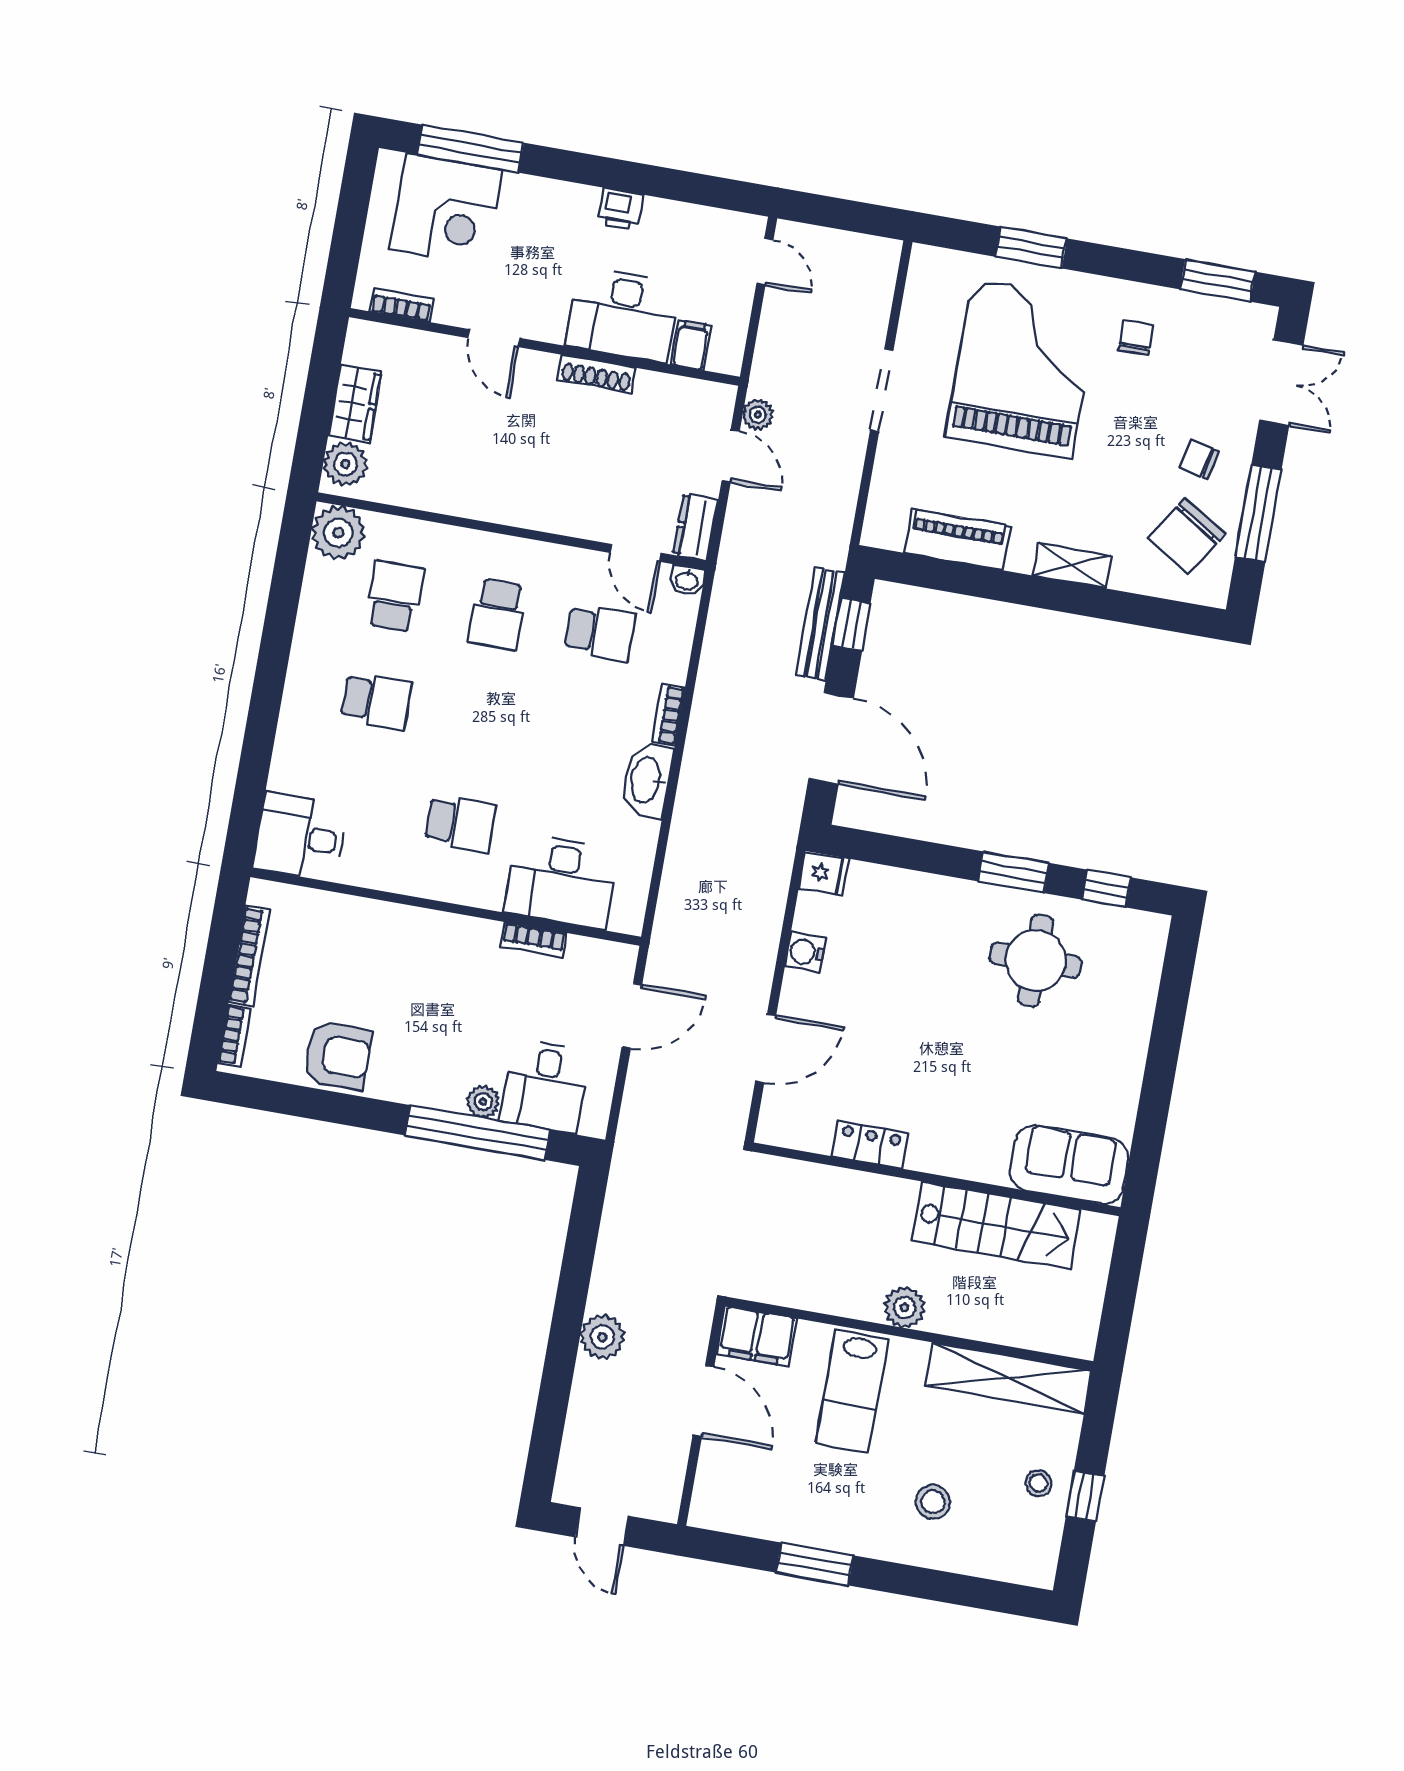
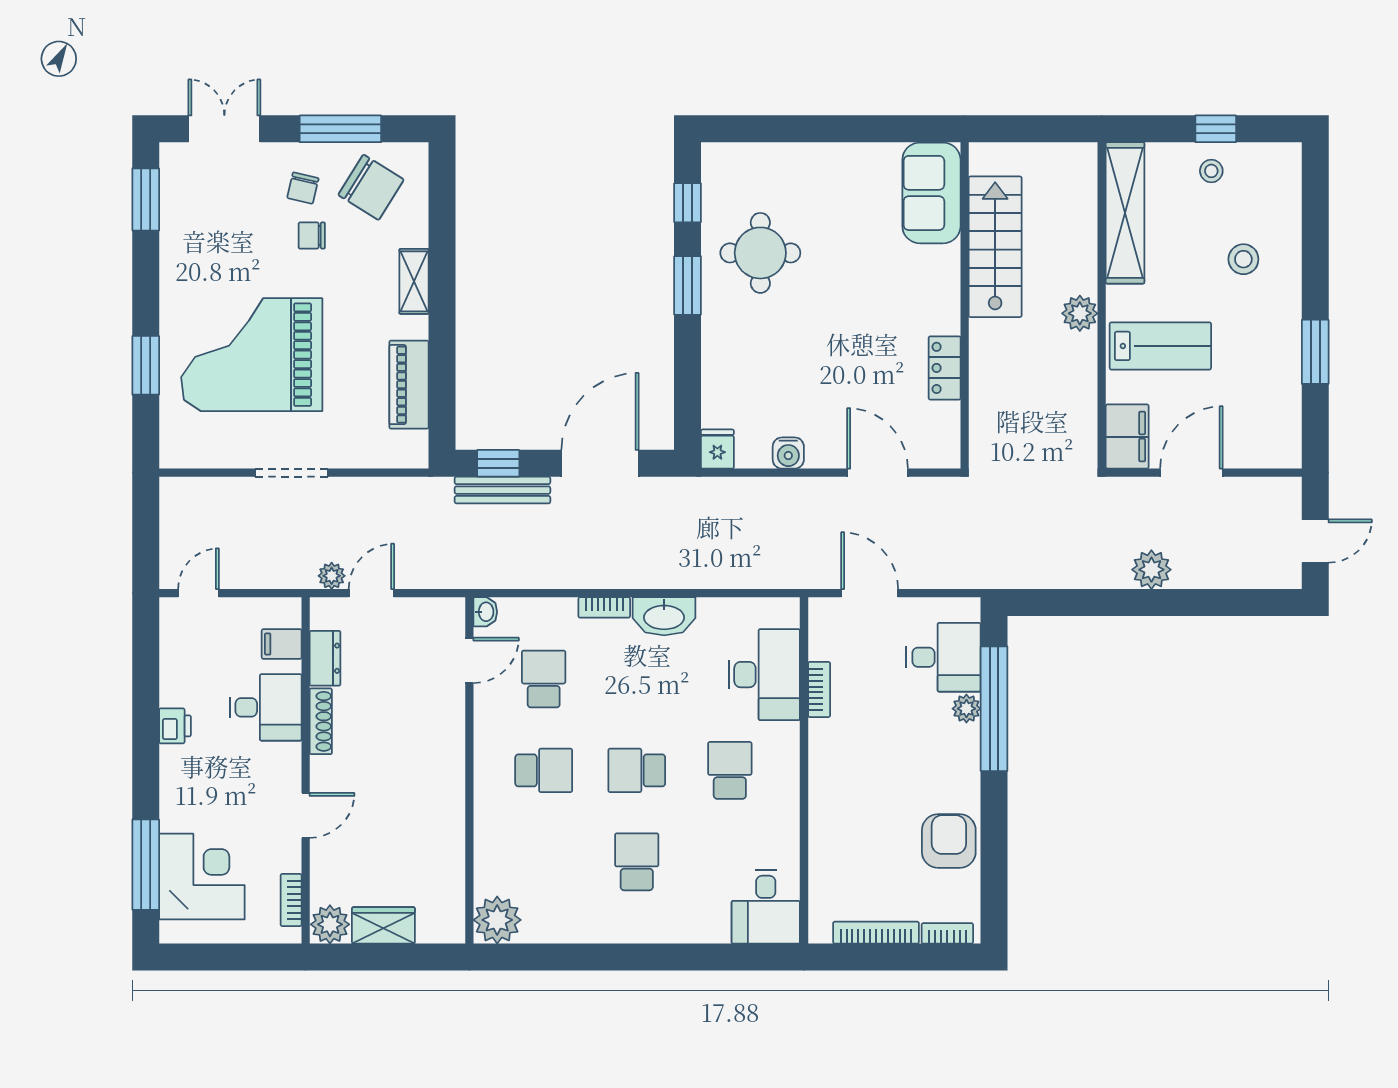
desk: (623, 315) -> (266, 707), width x0.73
chair: (1136, 338) -> (312, 236), moved
plant: (345, 464) -> (330, 924), moved
dresser: (696, 527) -> (325, 658), moved, turned -90
school desk: (395, 596) -> (637, 770), moved

